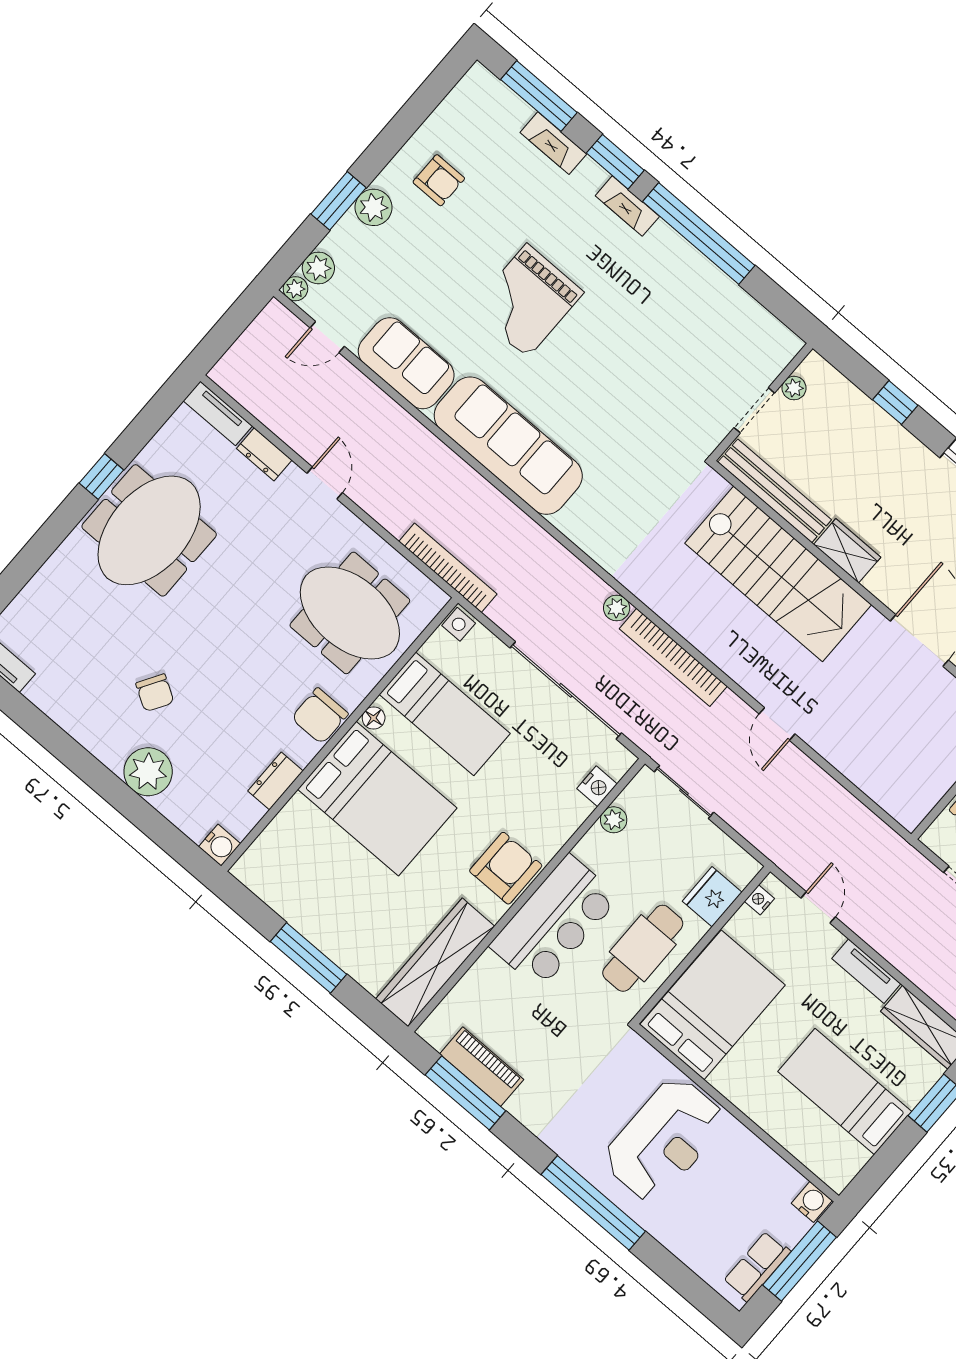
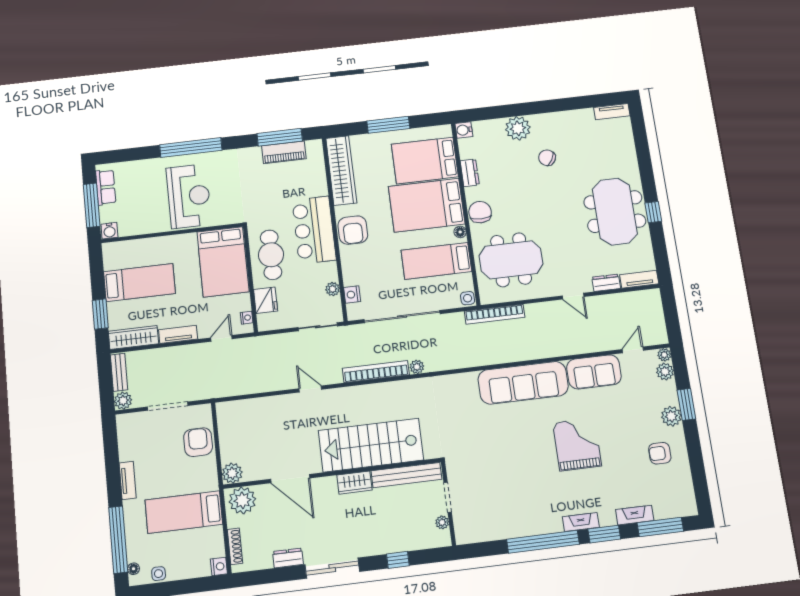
bed: (314, 859) -> (425, 161), added
door: (818, 907) -> (221, 338), swing flipped
reception desk: (664, 1139) -> (189, 196), turned 180

